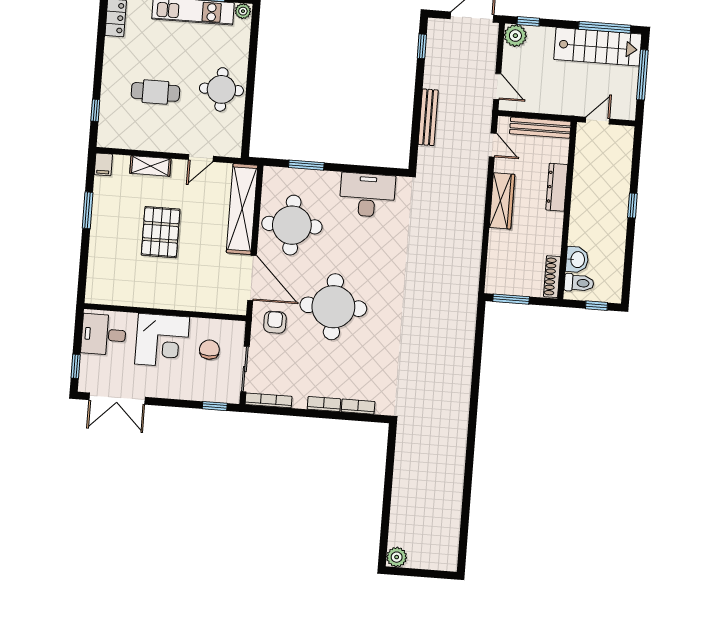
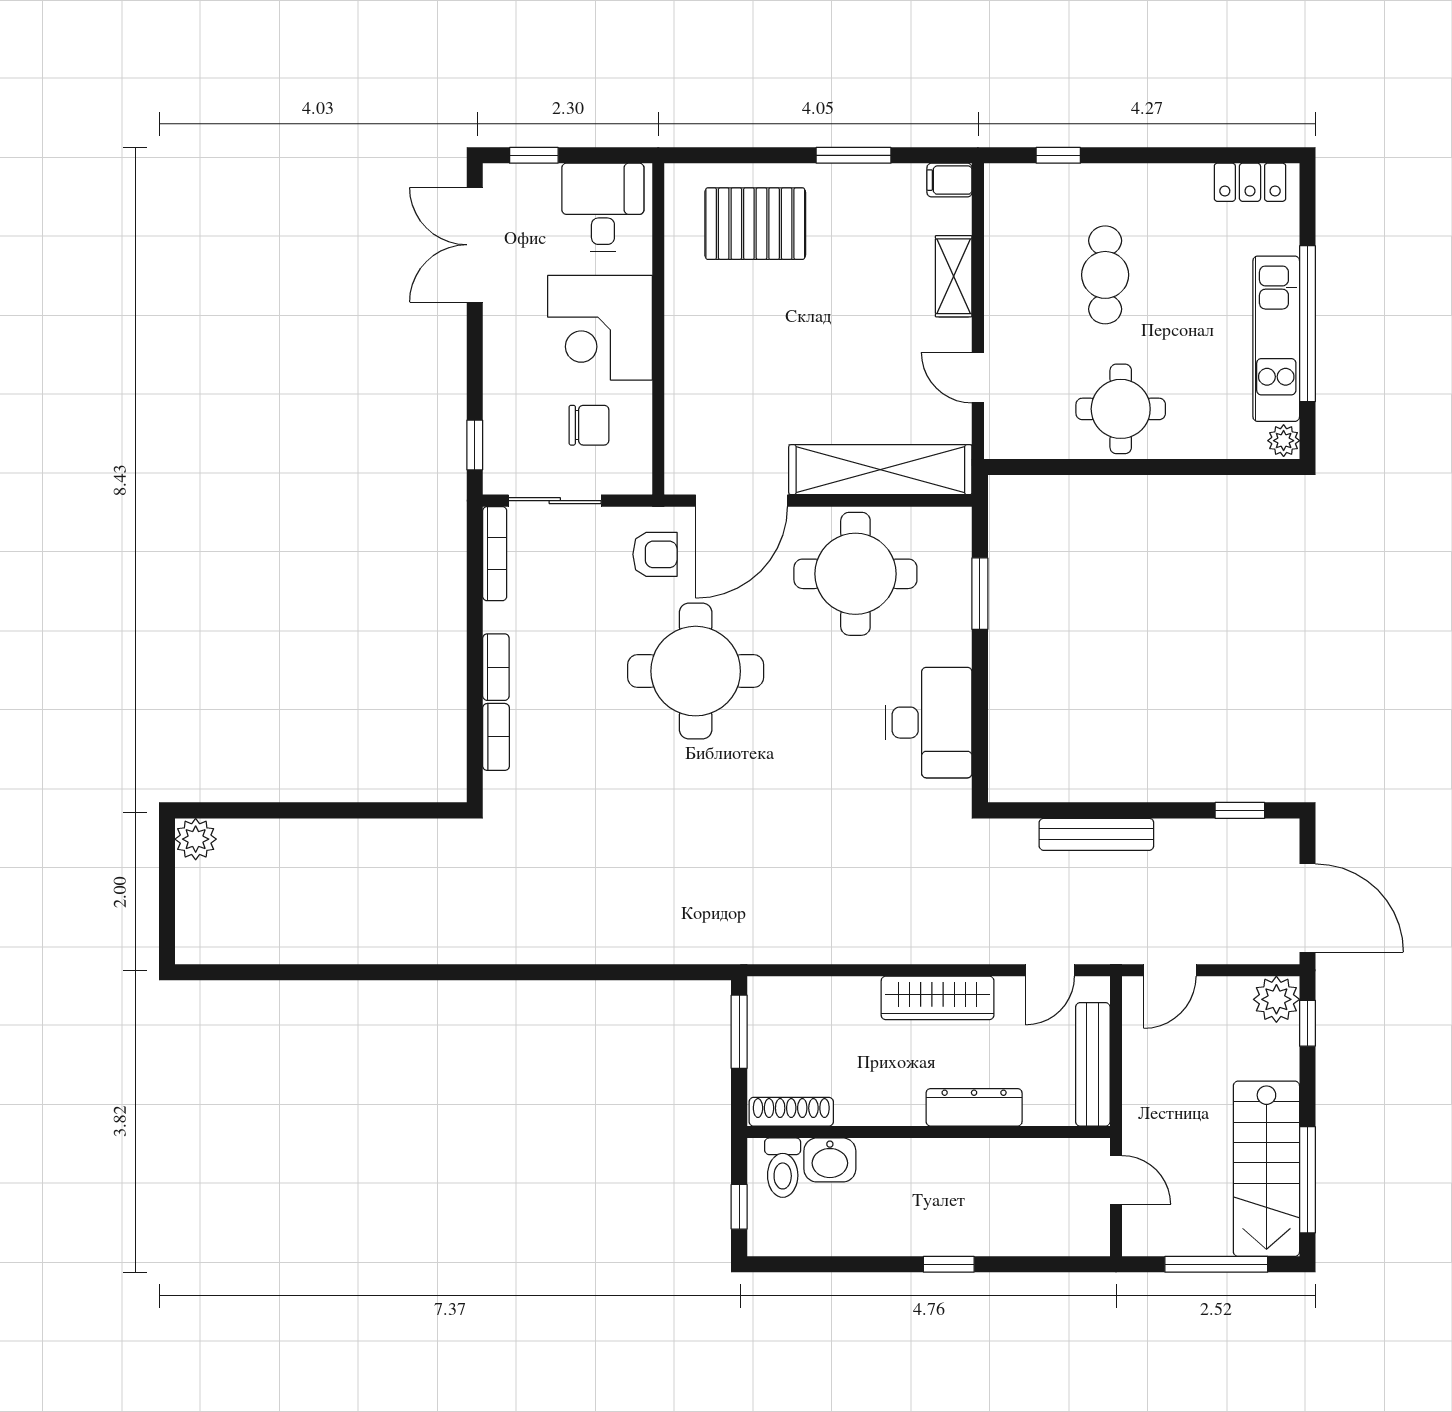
pallet: (161, 232) -> (755, 224), moved

